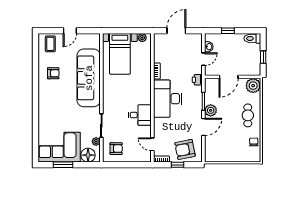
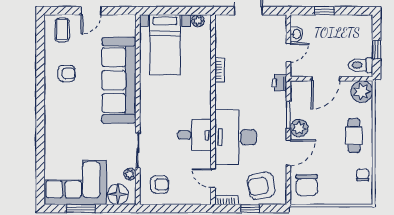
toilet: (252, 38) -> (360, 65), moved
desk: (168, 99) -> (236, 137), moved
chair: (216, 149) -> (307, 185), added

